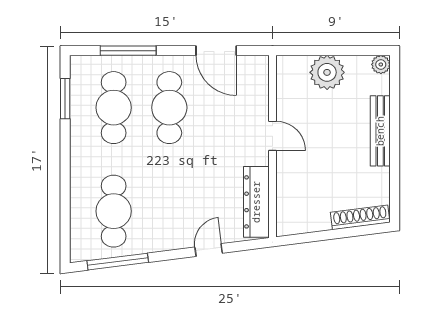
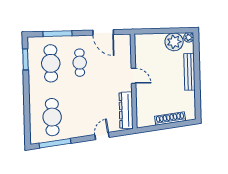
plant: (327, 72) -> (174, 42), moved
cafe table: (169, 108) -> (80, 63), width x0.73, depth x0.74
shoe rack: (360, 217) -> (170, 119), moved

